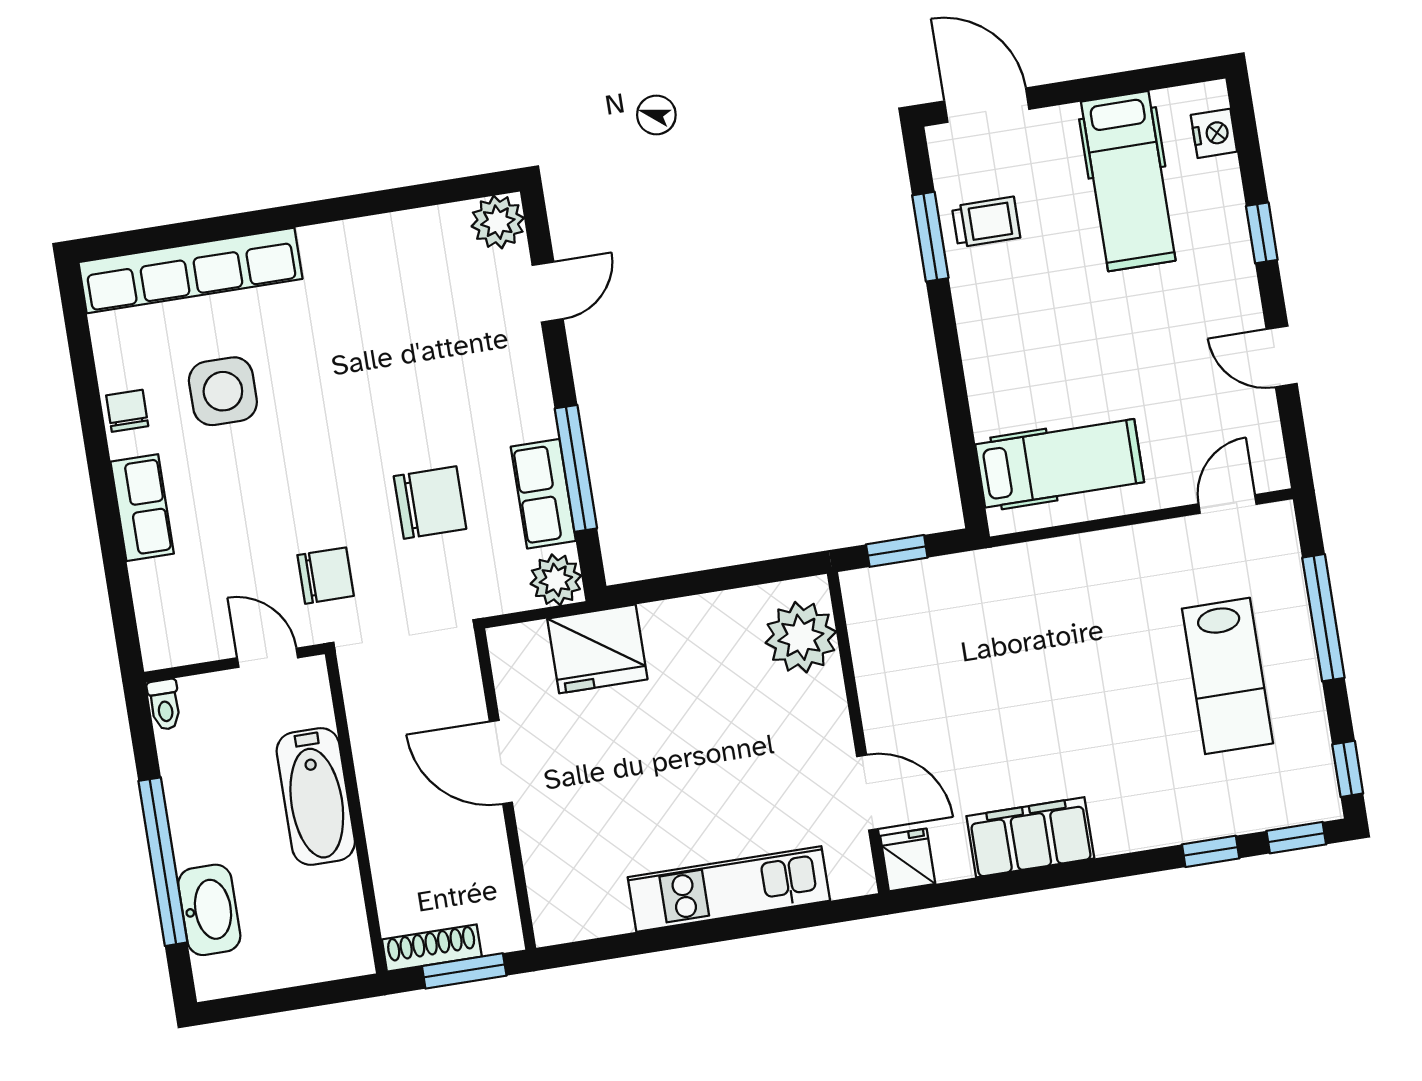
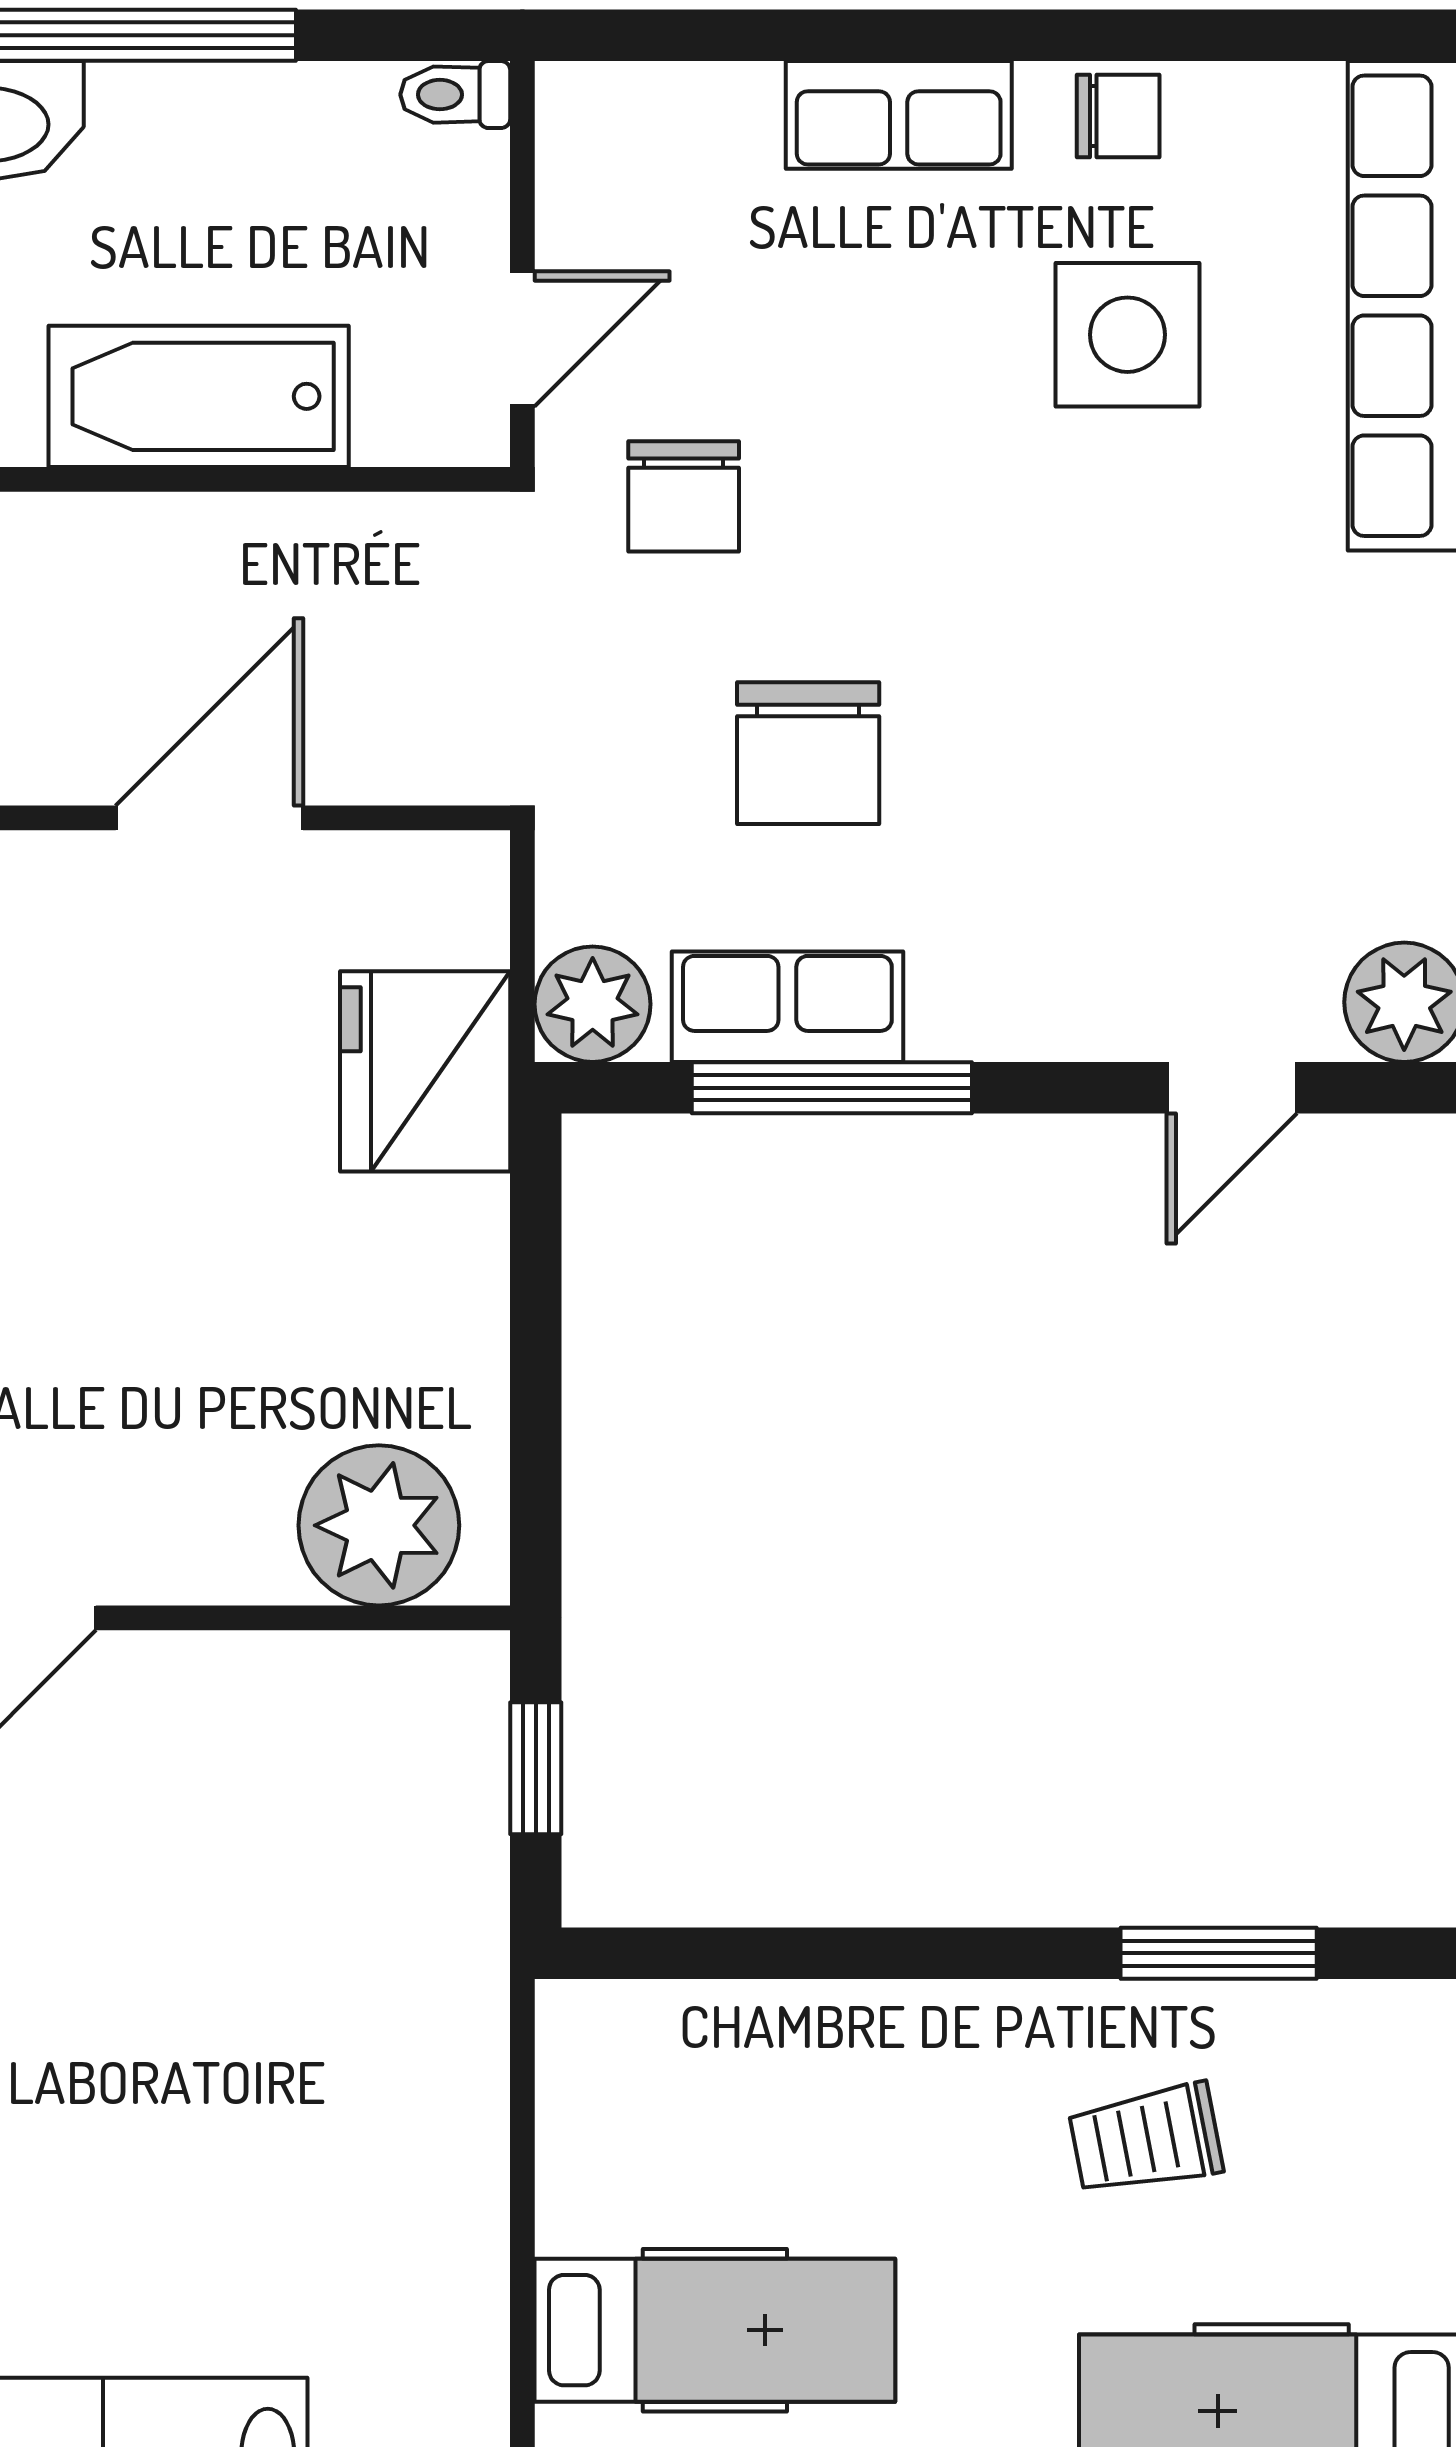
trolley: (986, 222) -> (1146, 2139), moved, turned 79
door: (548, 292) -> (1232, 1088), hinge flipped
hospital bed: (1060, 463) -> (715, 2330), moved, turned -90

